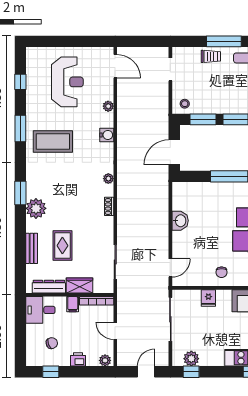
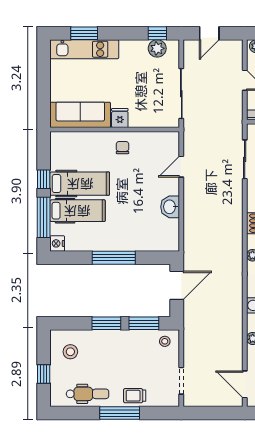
door: (170, 268) -> (181, 167), moved
fridge: (208, 298) -> (120, 118), moved

